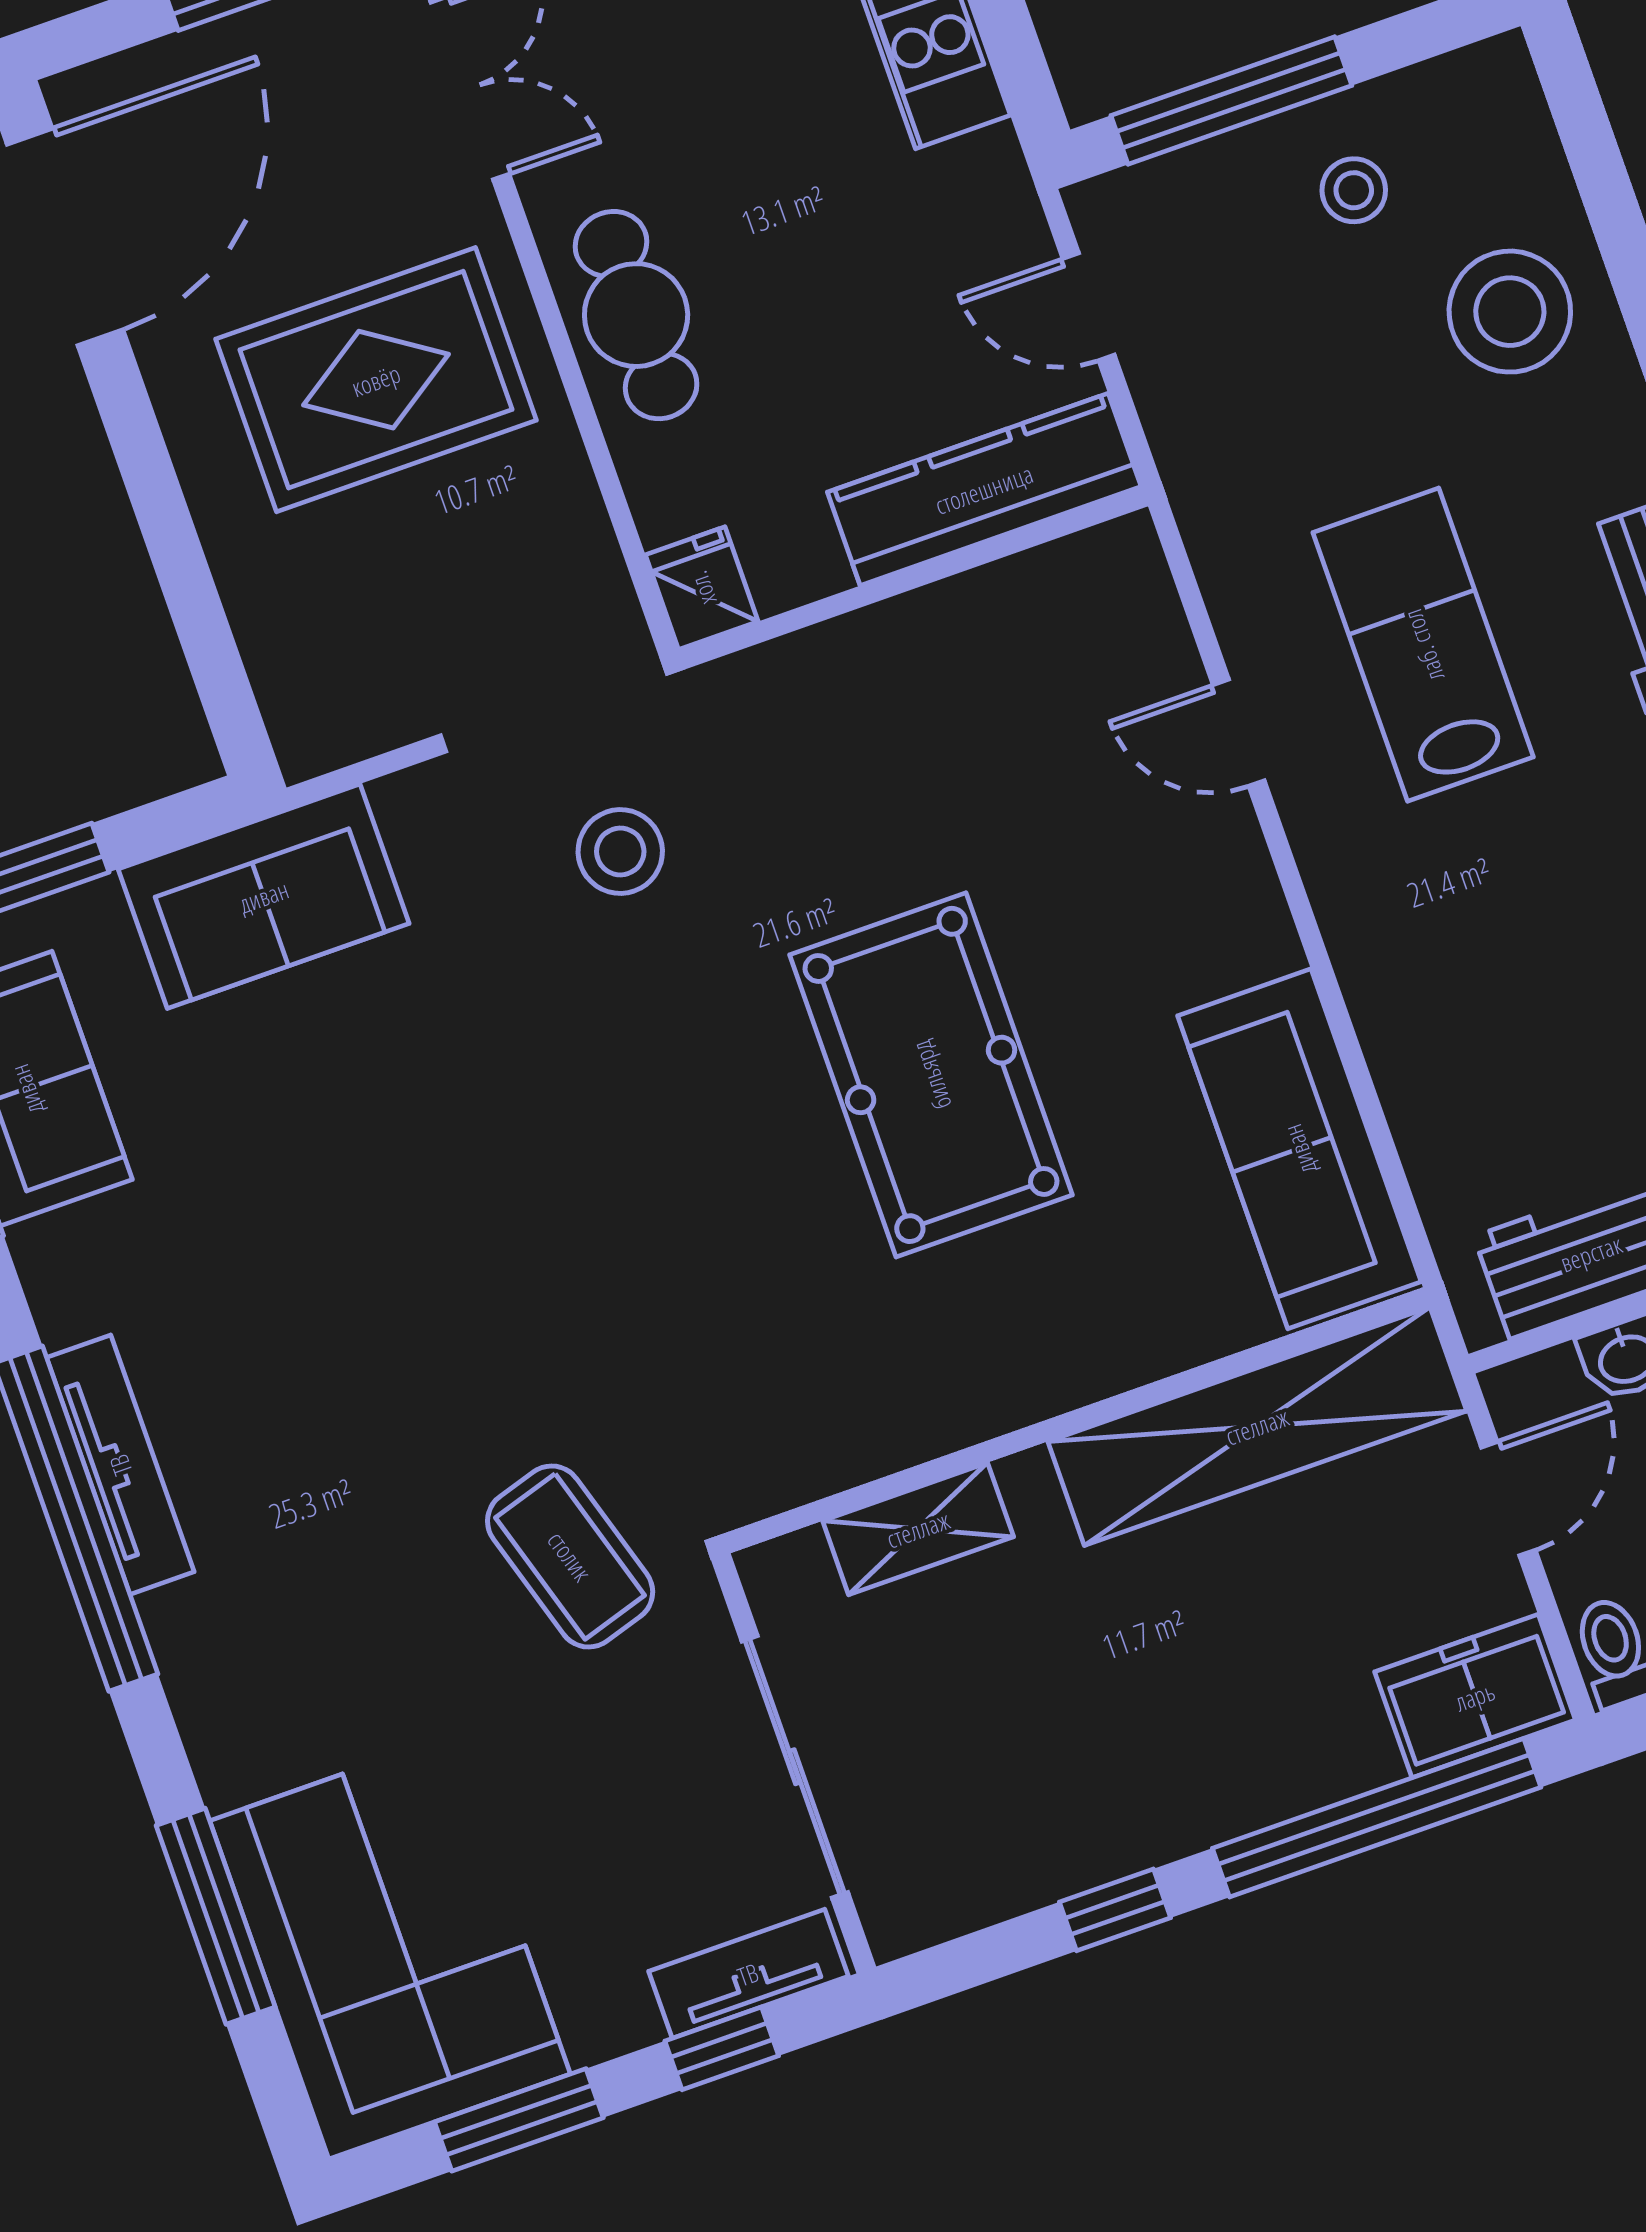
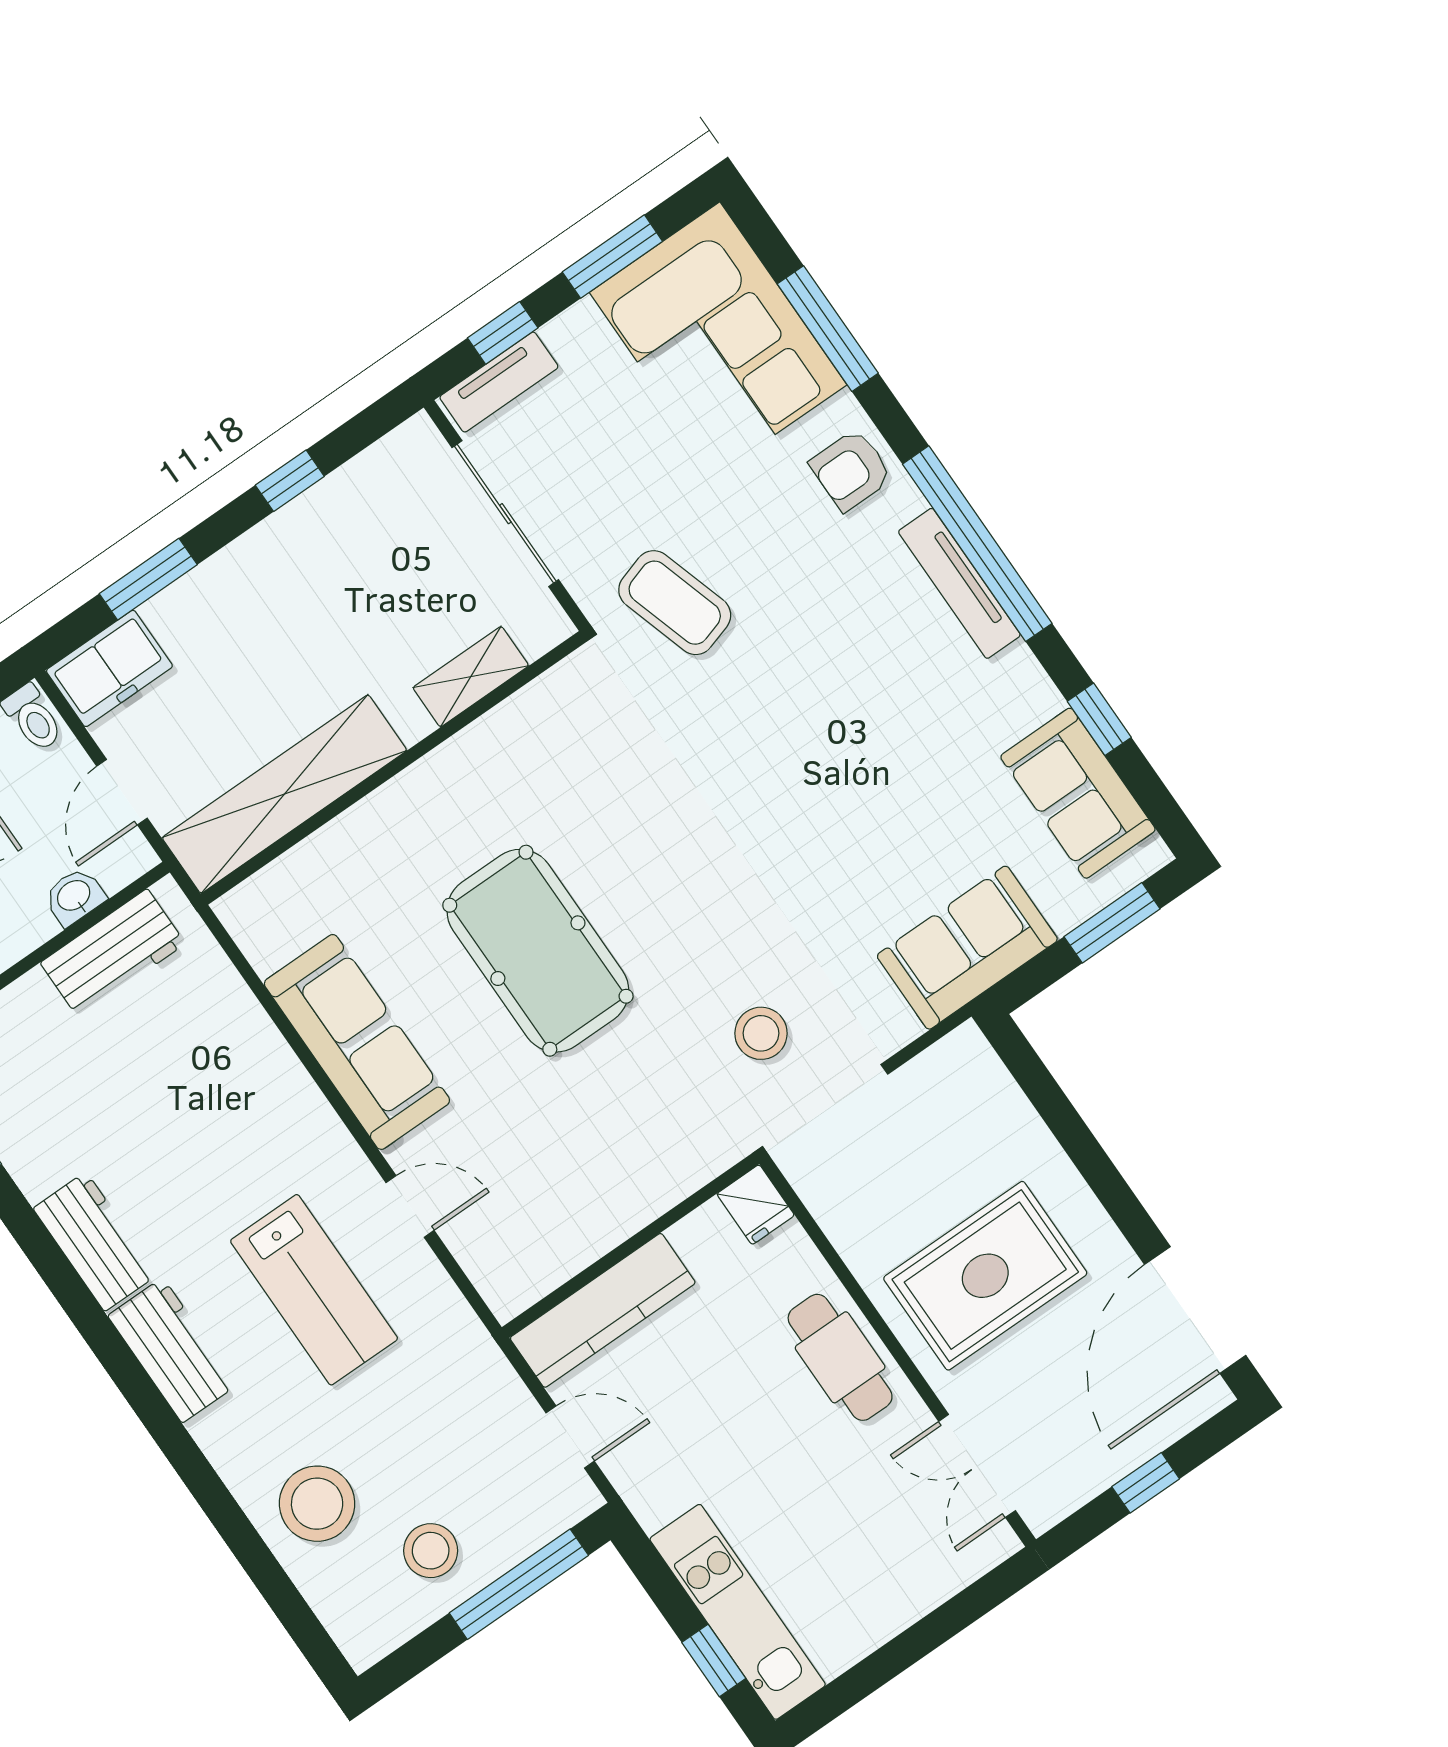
stool: (1354, 190) -> (431, 1551), width x1.37, depth x1.37
sofa: (1299, 1149) -> (357, 1042), moved
armchair: (240, 1687) -> (851, 470), added
window: (1377, 1818) -> (148, 579), width x0.47

